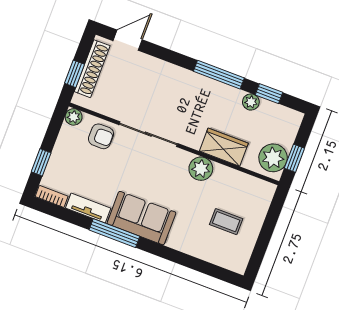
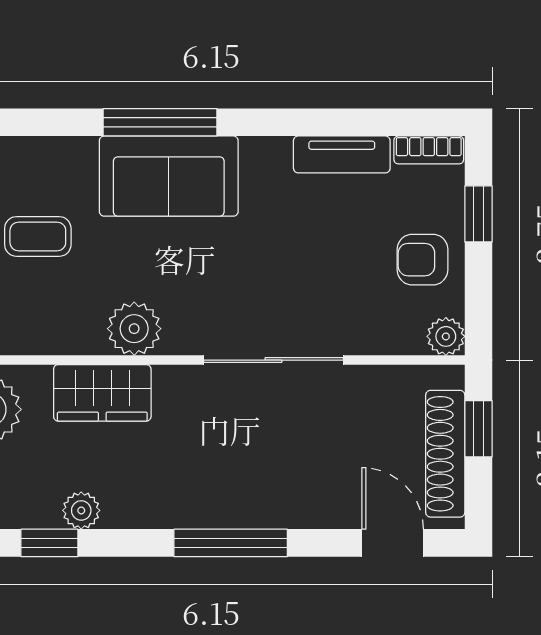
door: (128, 40) -> (393, 543), swing flipped
window: (219, 75) -> (231, 543), moved
armchair: (101, 136) -> (423, 260), moved
sofa: (141, 218) -> (169, 176), moved
window: (114, 233) -> (160, 122), moved

